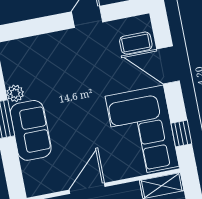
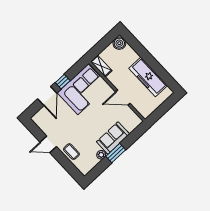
coffee table: (136, 43) -> (71, 152), moved
window: (181, 134) -> (63, 82), moved

